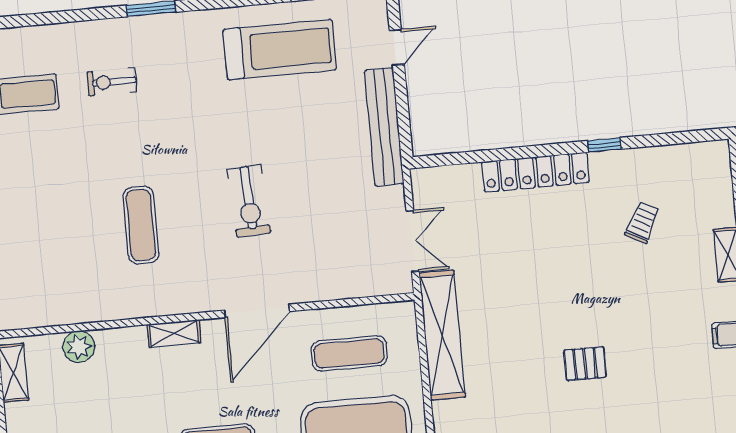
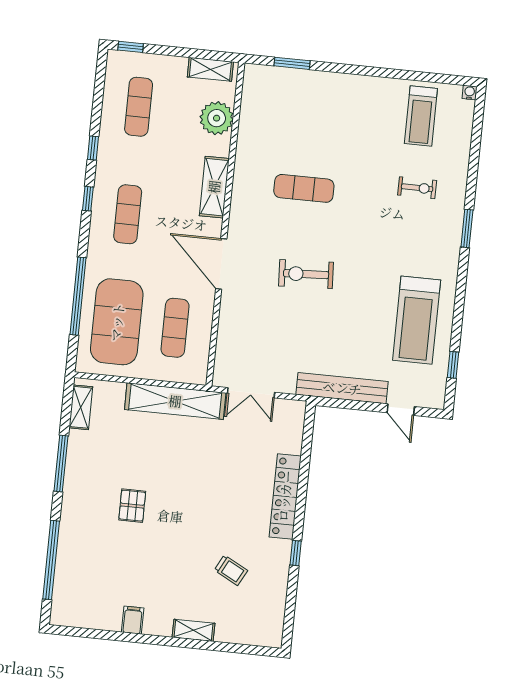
exercise bike: (112, 82) -> (417, 188), turned 90
shelving: (174, 334) -> (214, 187), width x1.50, depth x1.33
plant: (79, 347) -> (217, 118), width x1.36, depth x1.36

